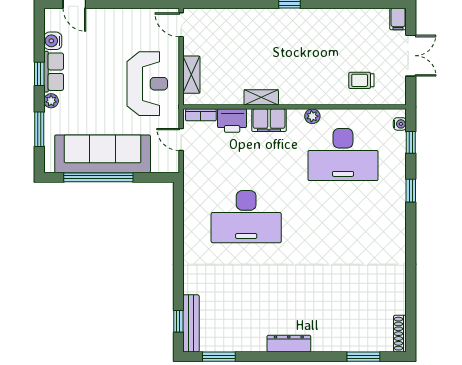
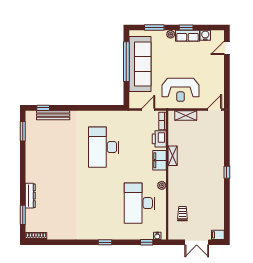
window: (411, 191) -> (105, 242), moved
bench: (191, 323) -> (53, 115), moved
dresser: (289, 344) -> (30, 196), moved

